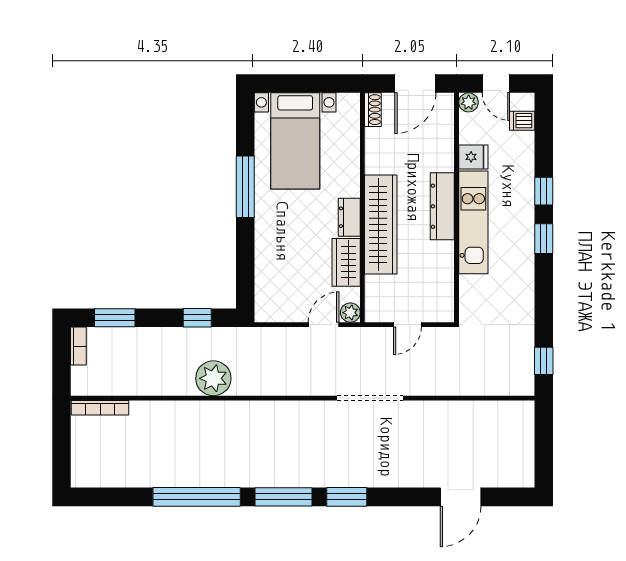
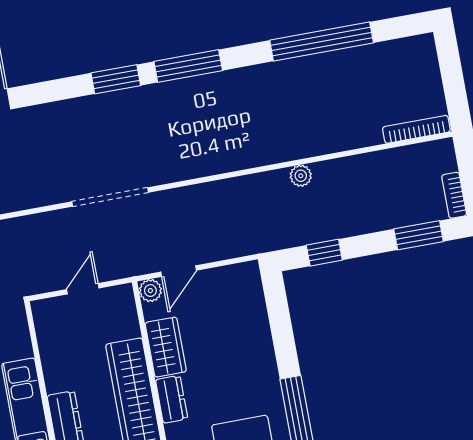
plant: (213, 378) -> (301, 176), width x0.53, depth x0.53
window: (197, 497) -> (322, 41), moved

